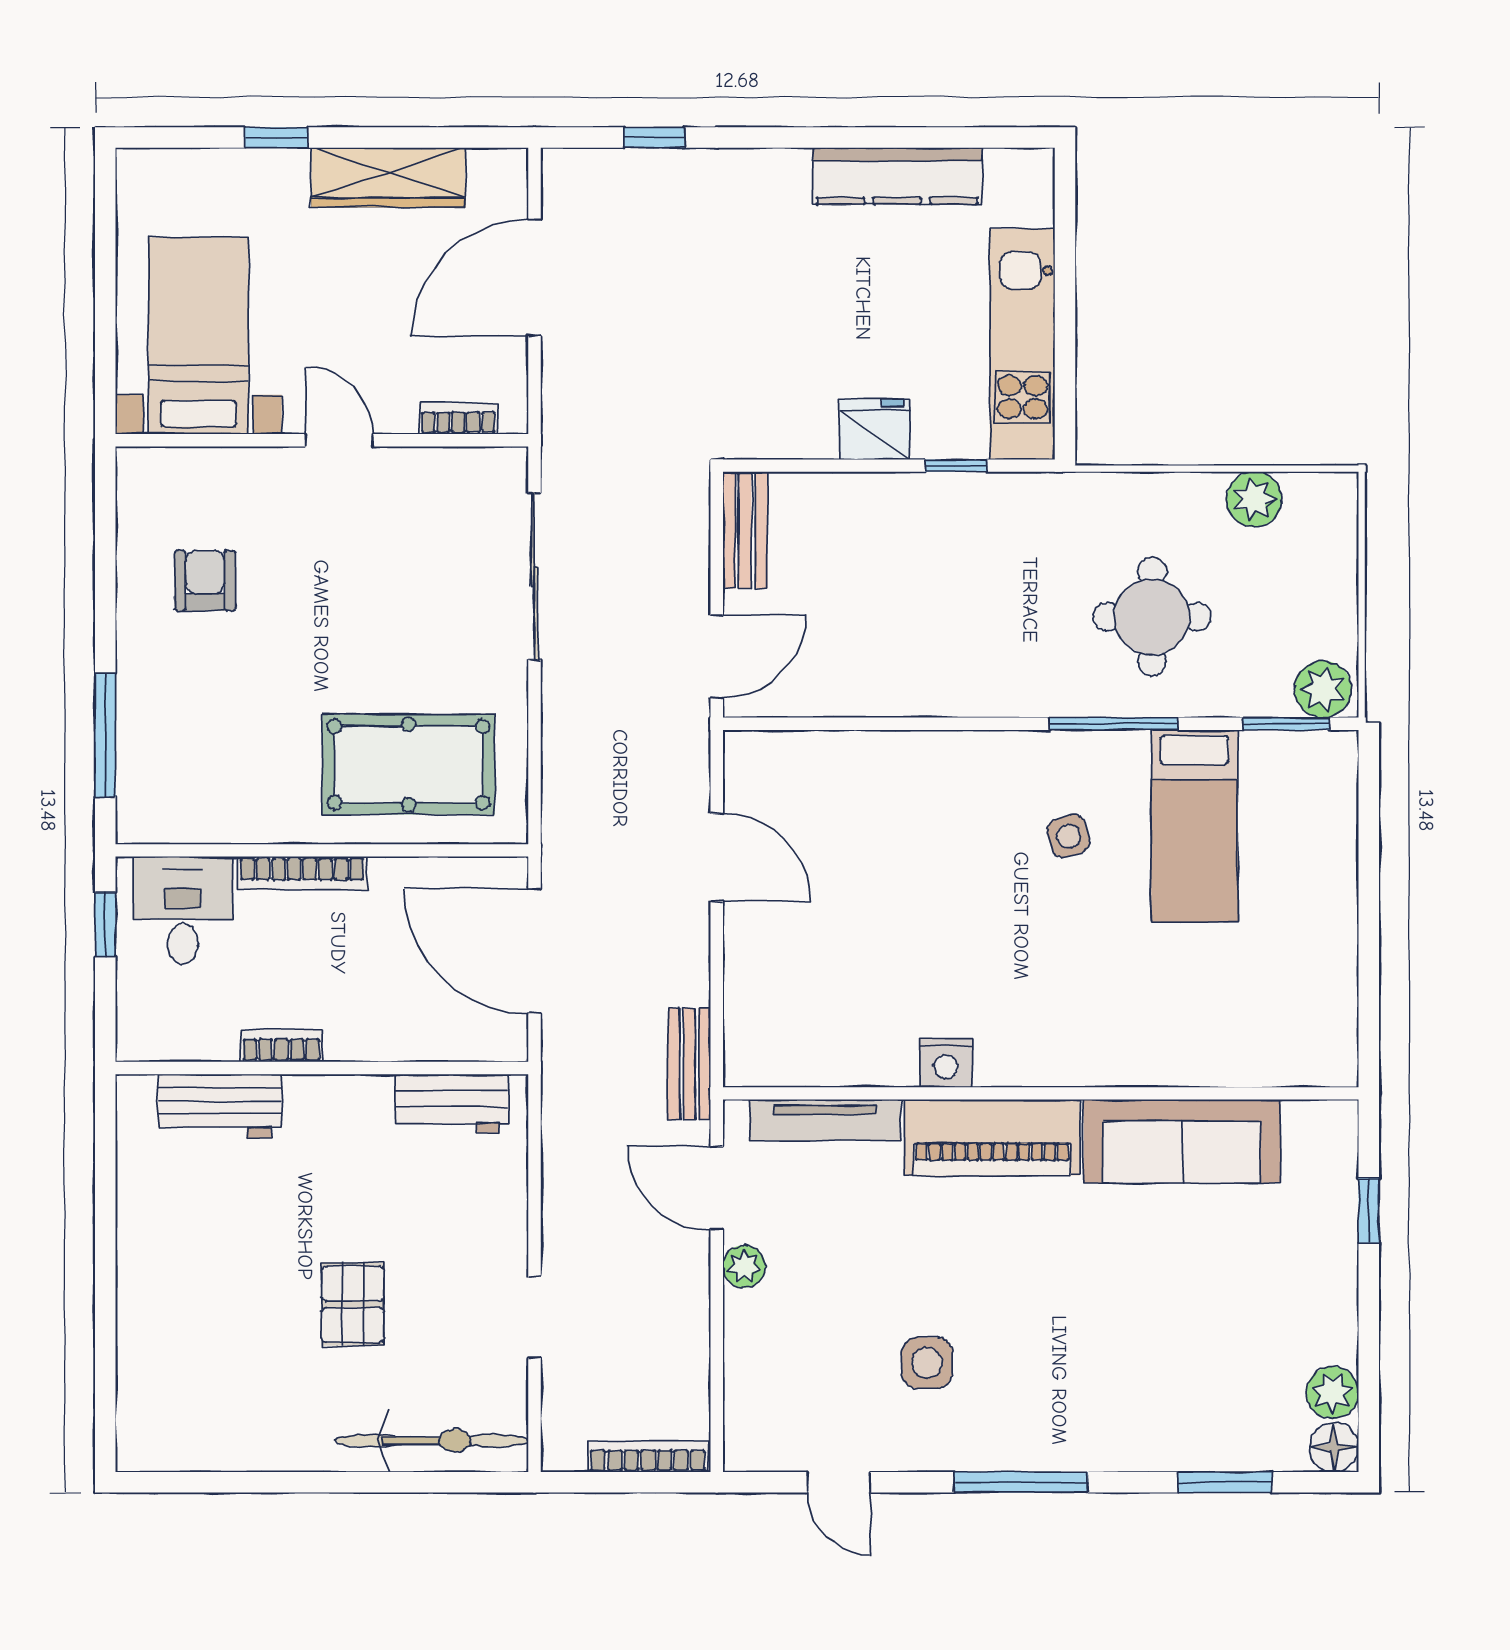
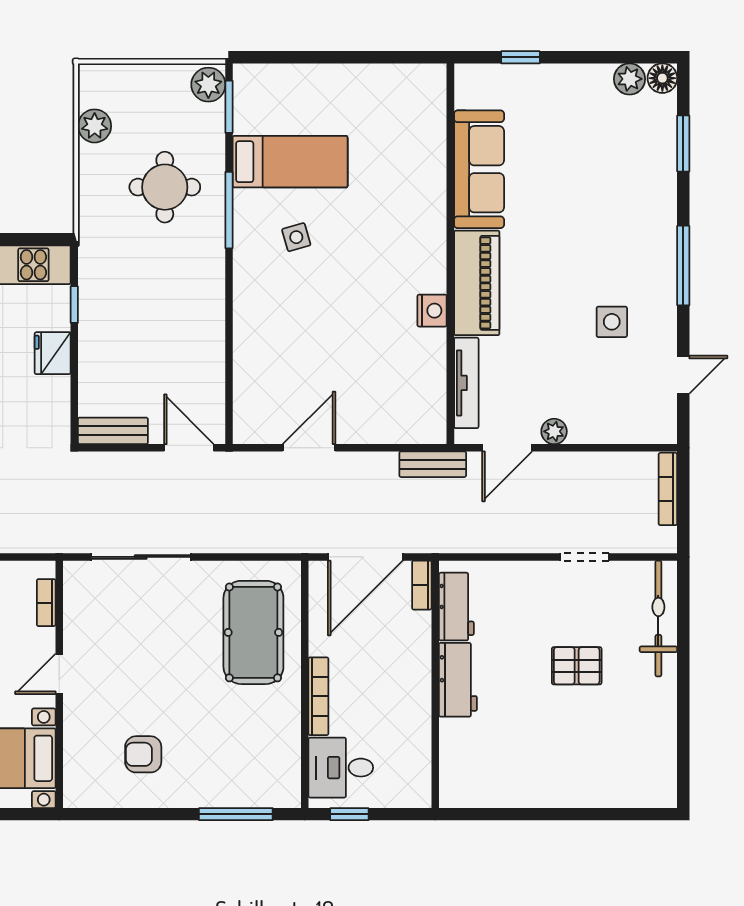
bookcase: (281, 1046) -> (422, 585), moved
workbench: (220, 1106) -> (458, 680), moved

